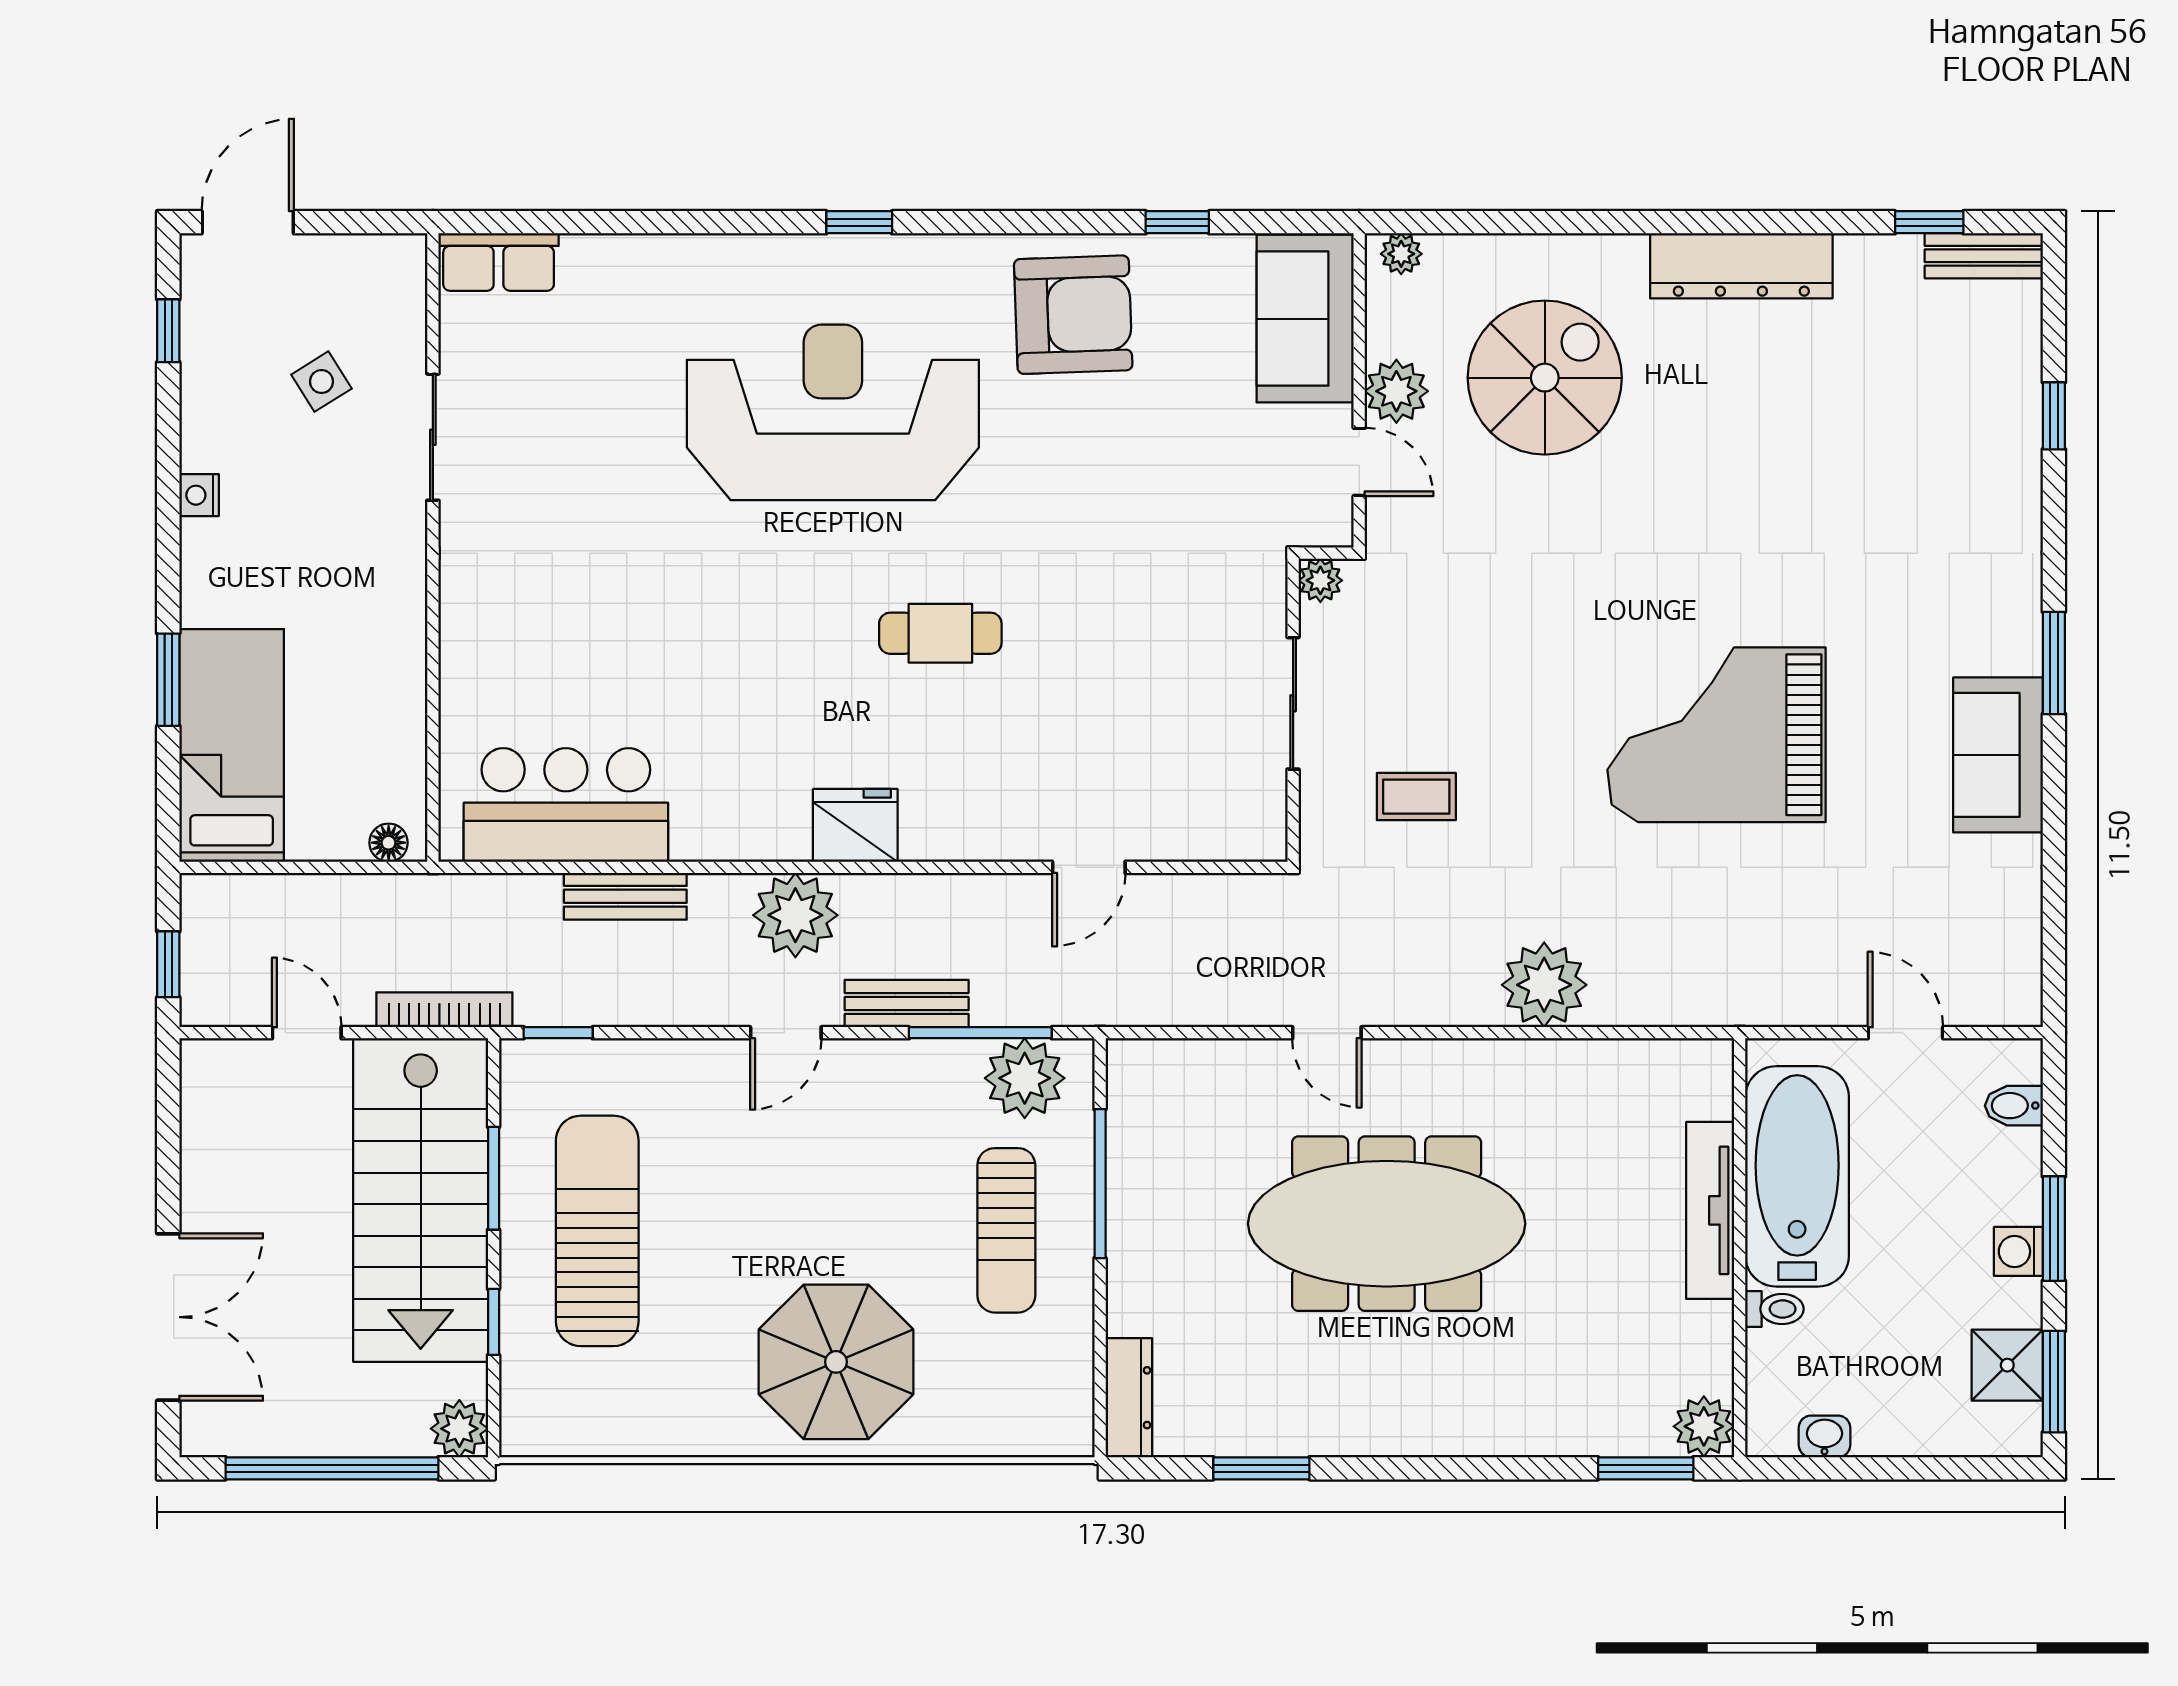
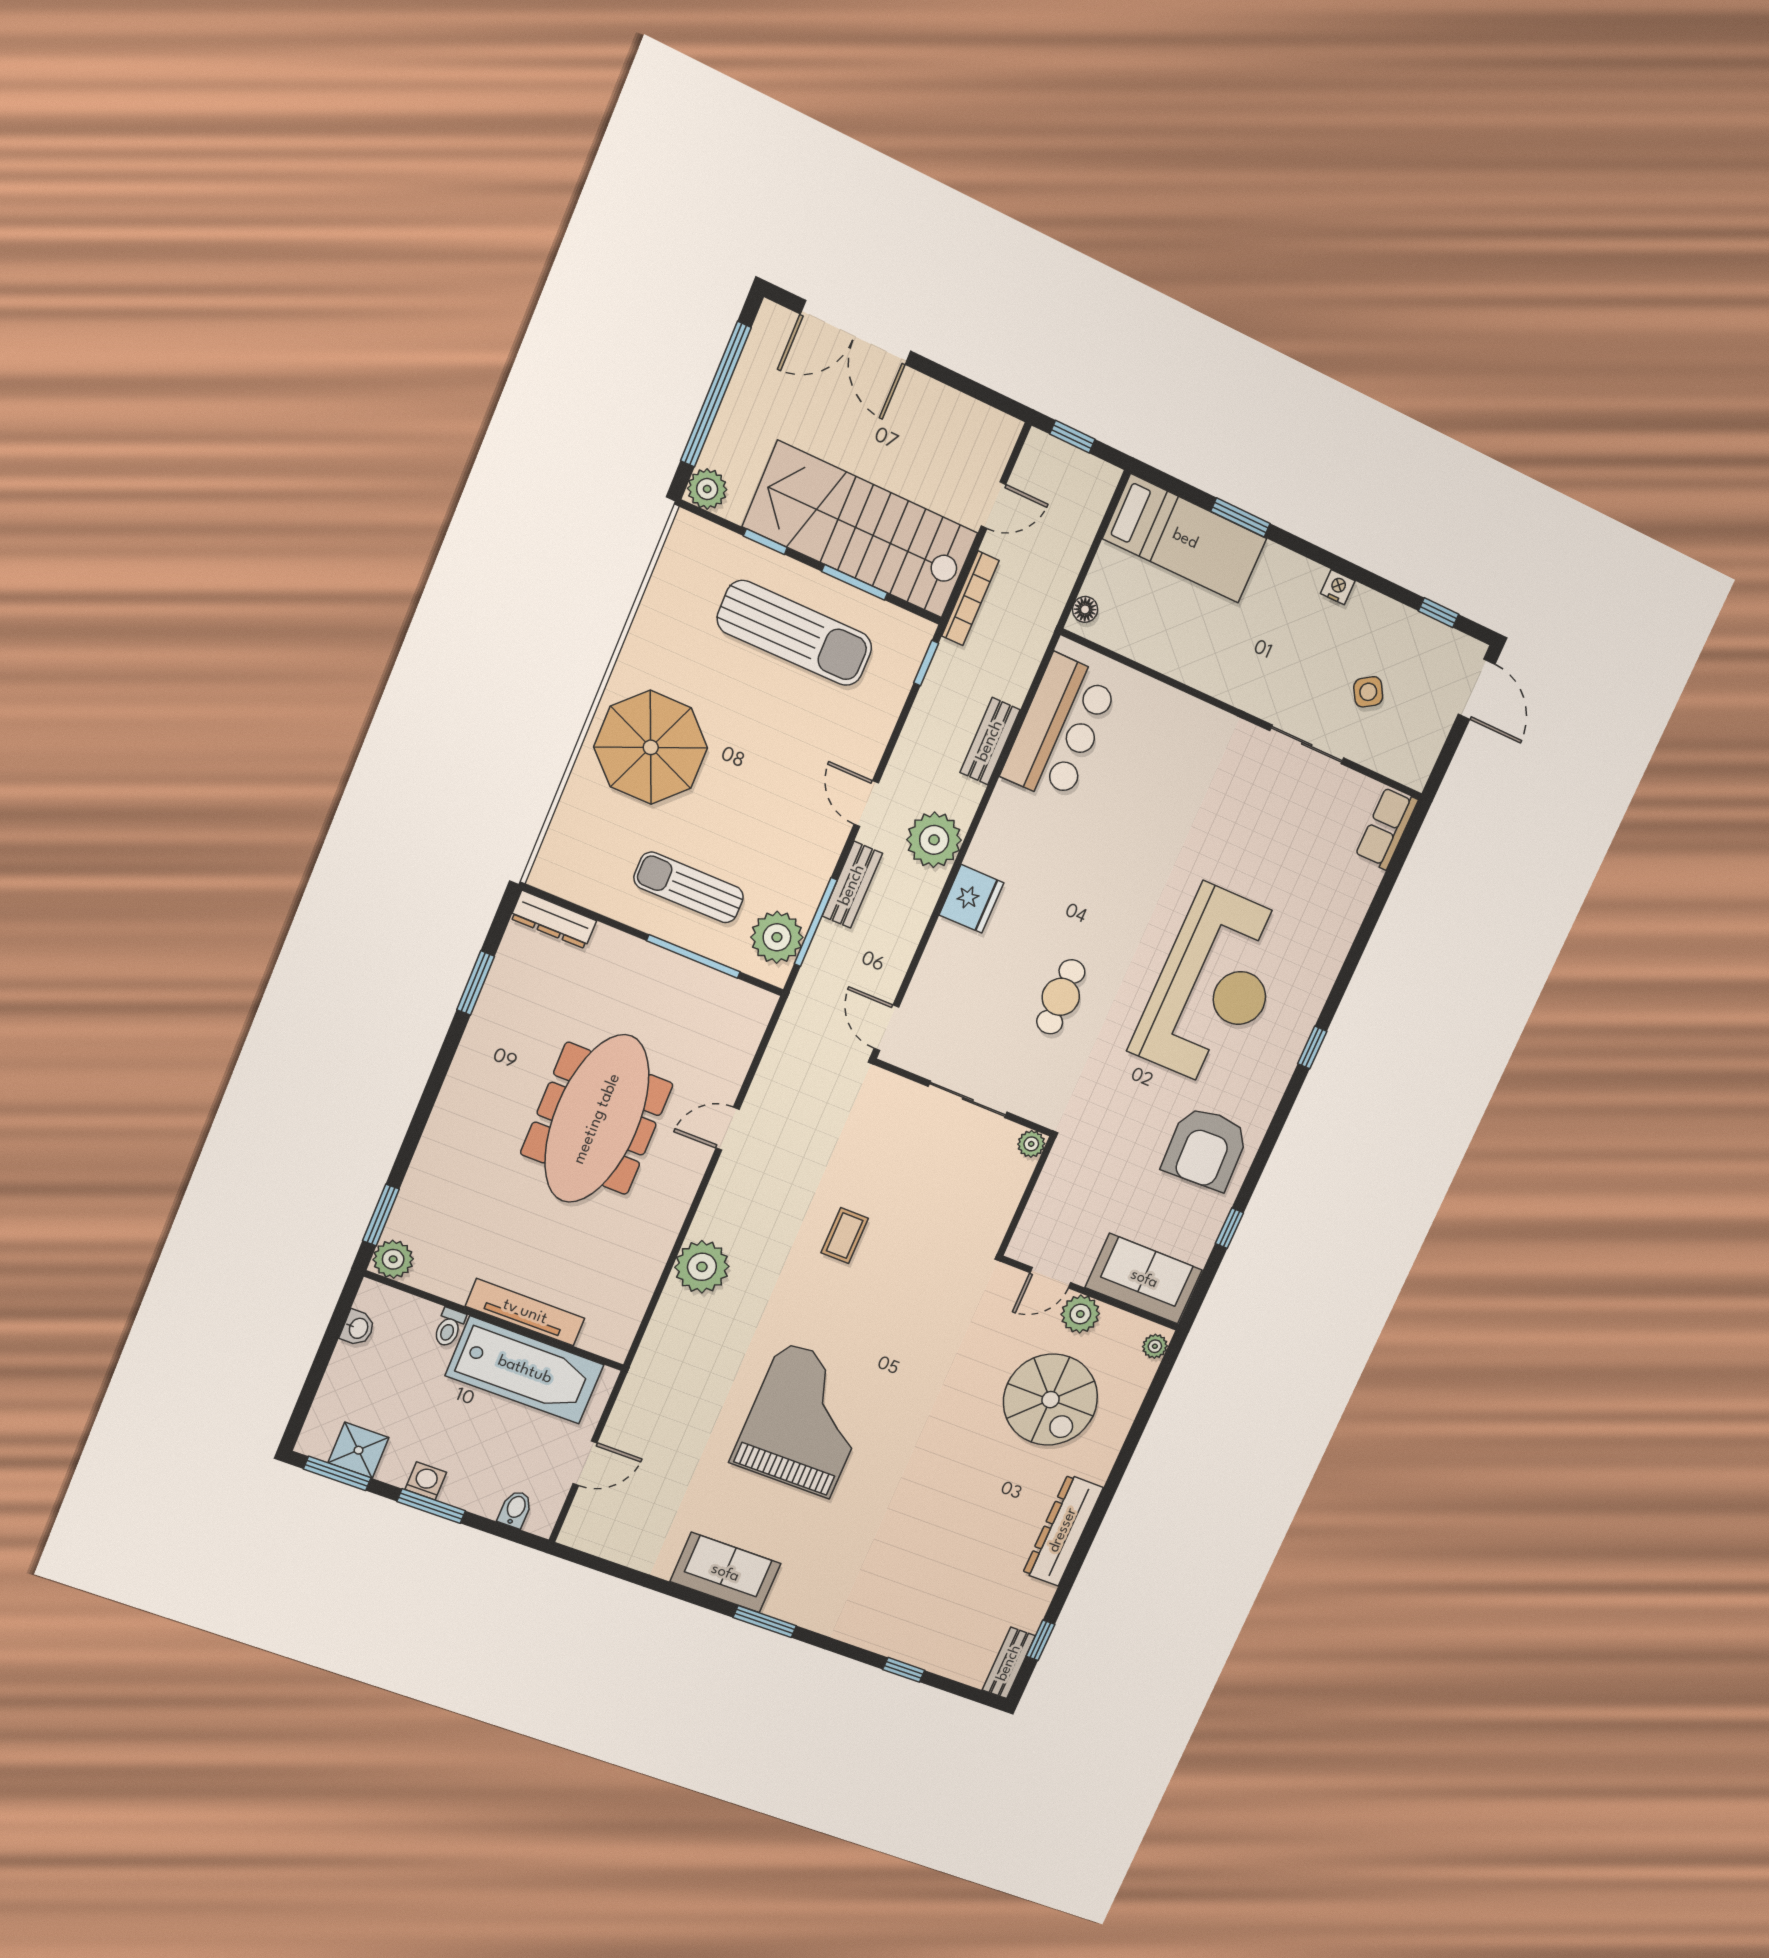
plant: (1320, 580) -> (1031, 1144), moved
sliding door: (1293, 703) -> (968, 1099), moved
wall: (1293, 710) -> (964, 1098), moved

